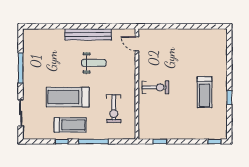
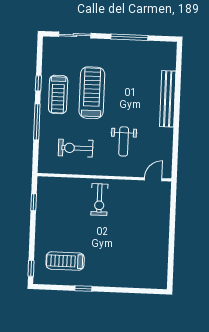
bench: (88, 34) -> (168, 99), moved
weight bench: (94, 63) -> (124, 141), moved
treadmill: (204, 92) -> (65, 261), moved

